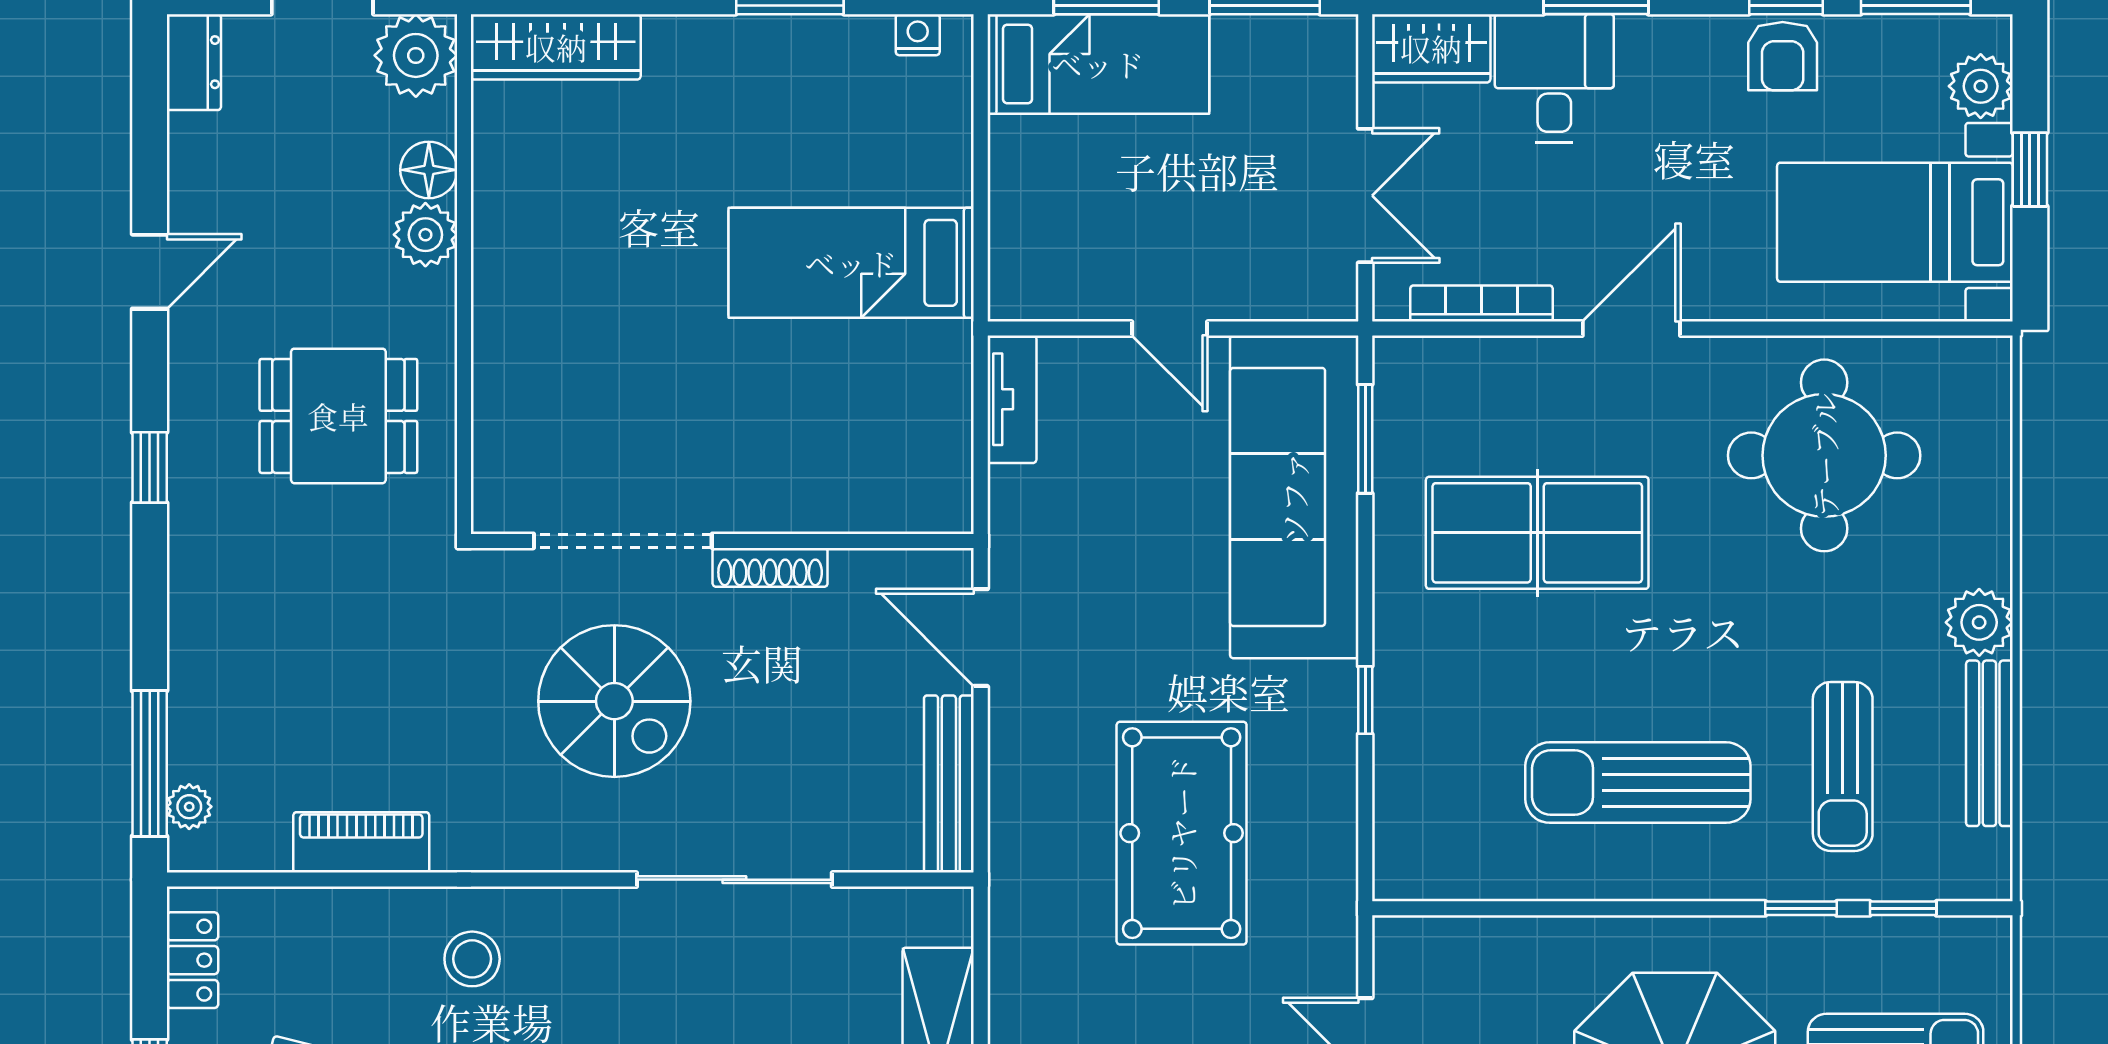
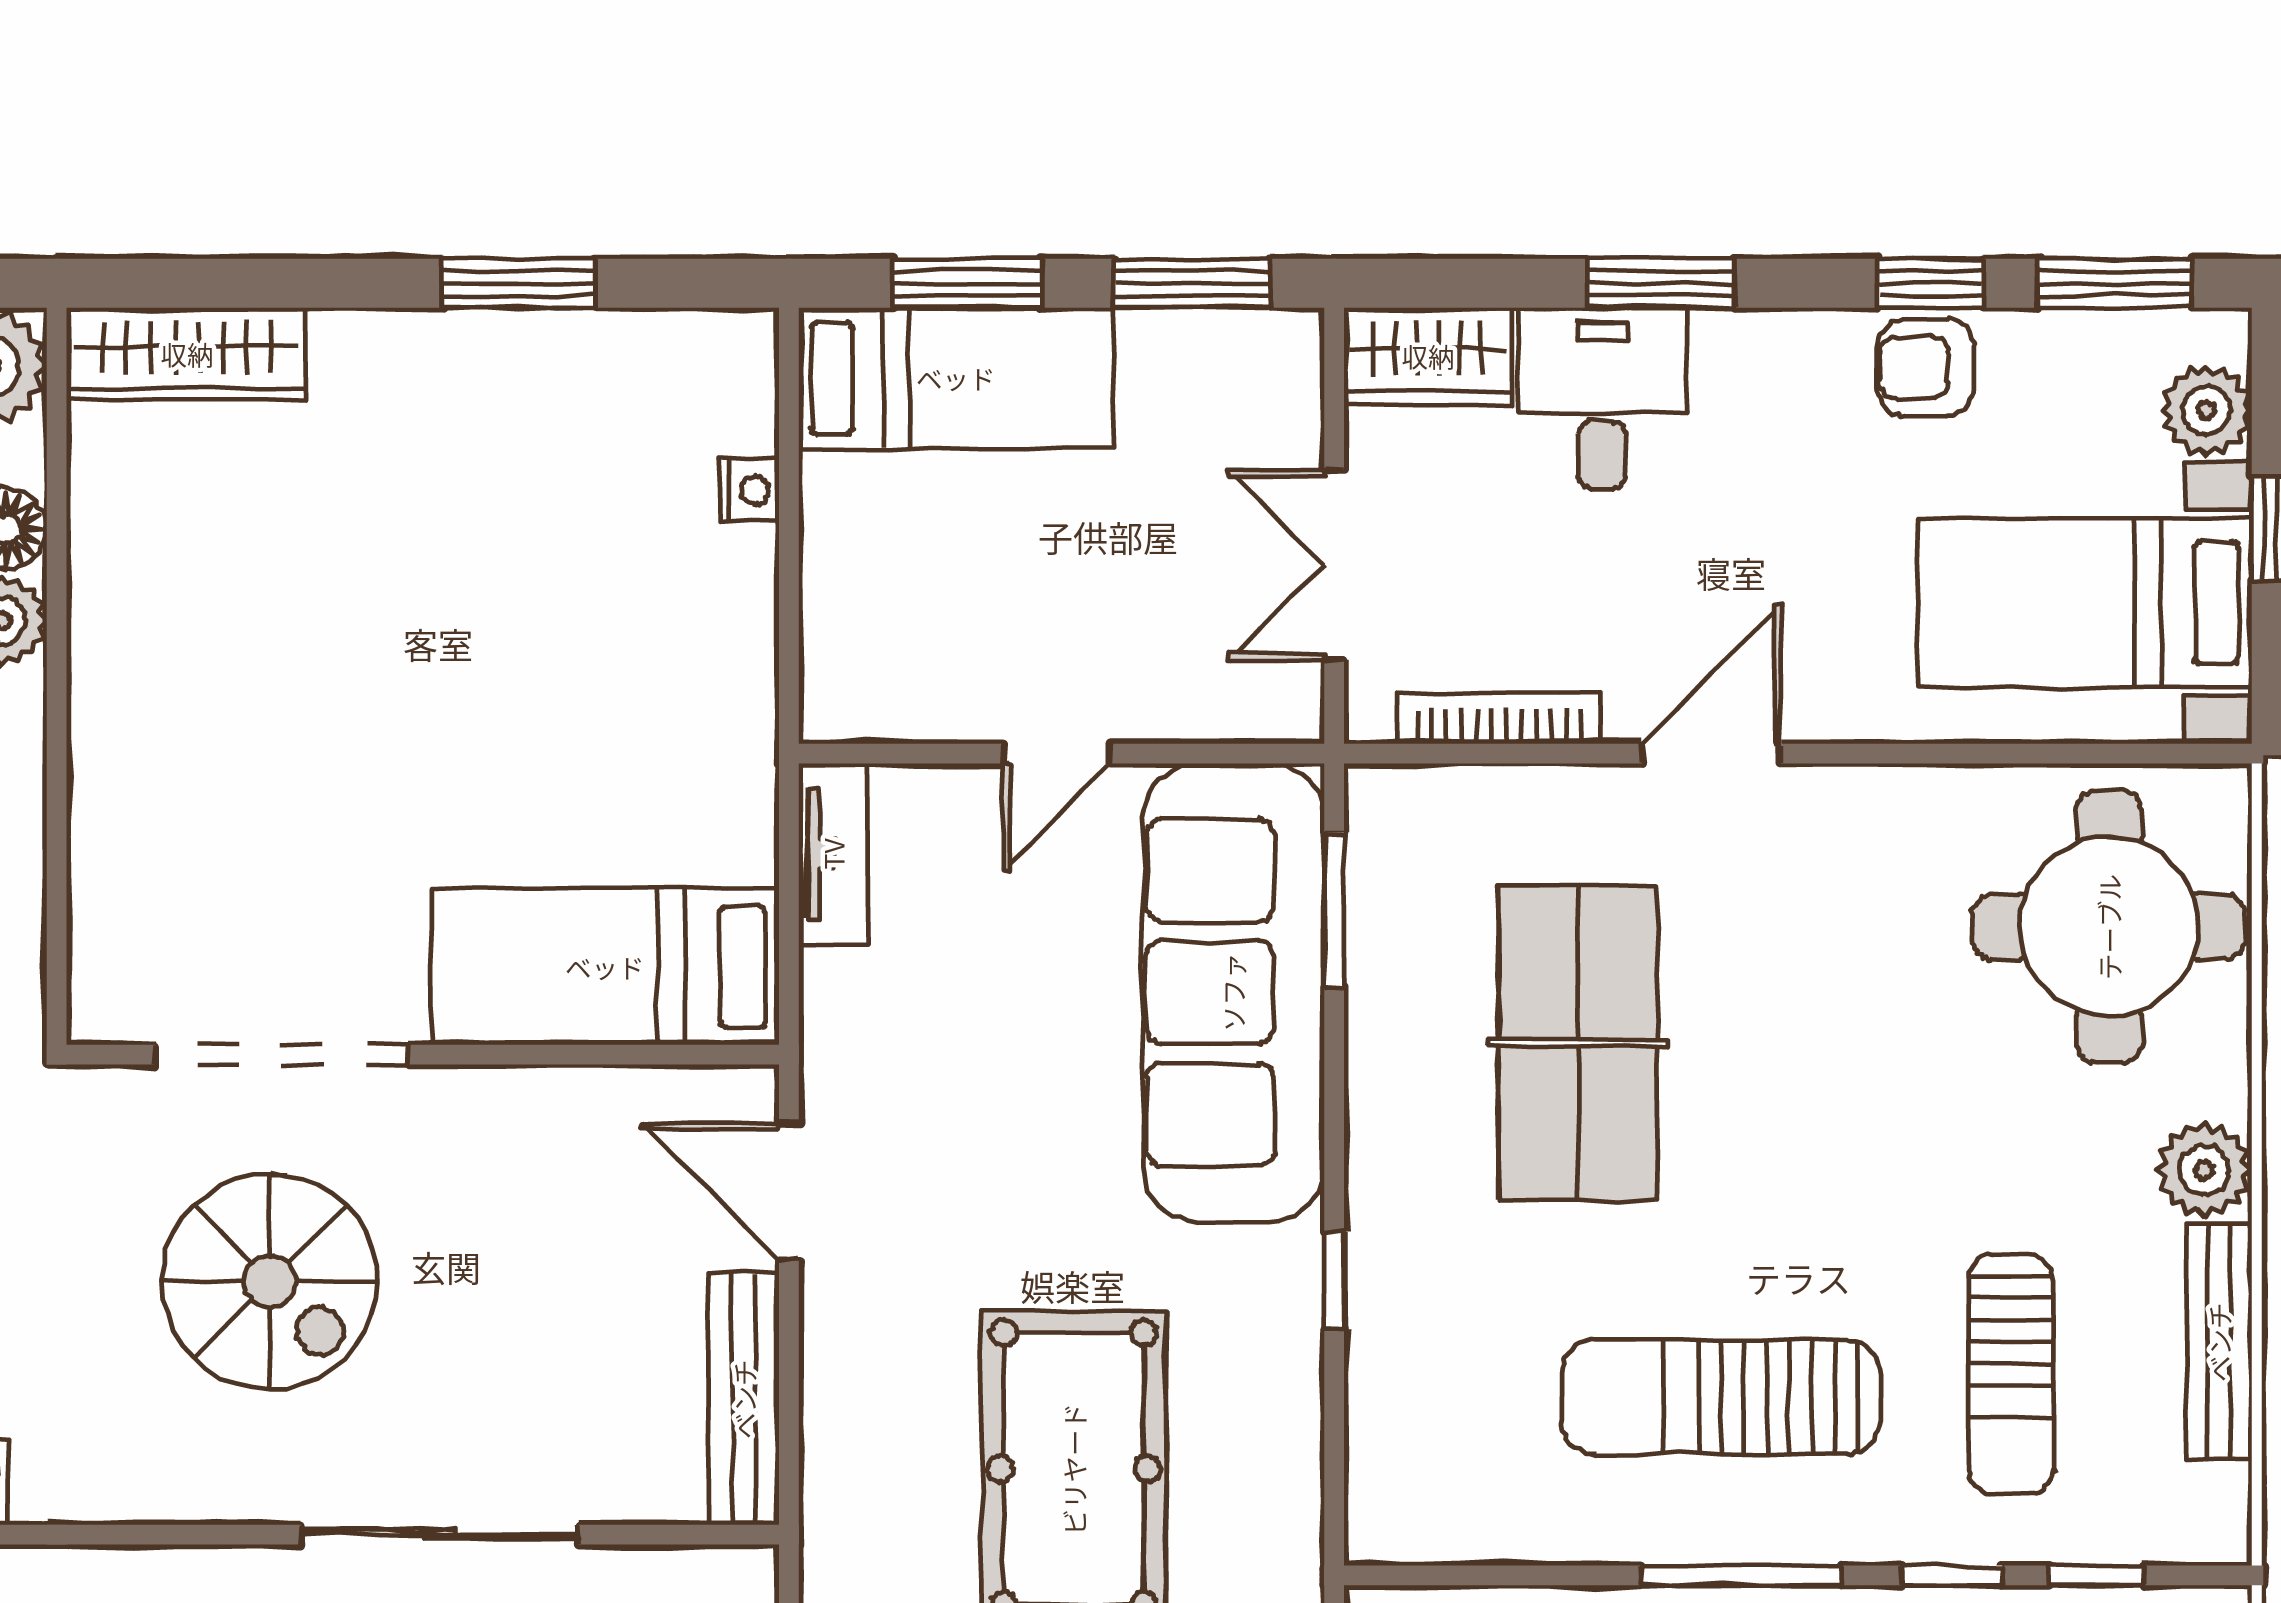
nightstand: (918, 35) -> (750, 490), moved, turned 90
armchair: (1783, 56) -> (1926, 367), turned 90
double door: (1365, 196) -> (1334, 565), swing flipped
bed: (851, 263) -> (605, 967), moved
door: (1170, 329) -> (1057, 754), hinge flipped
round table: (1824, 455) -> (2109, 927), moved
table tennis table: (1537, 533) -> (1578, 1043), turned 90
shoe rack: (770, 567) -> (490, 1092), removed
window: (1652, 908) -> (1741, 1575), added

